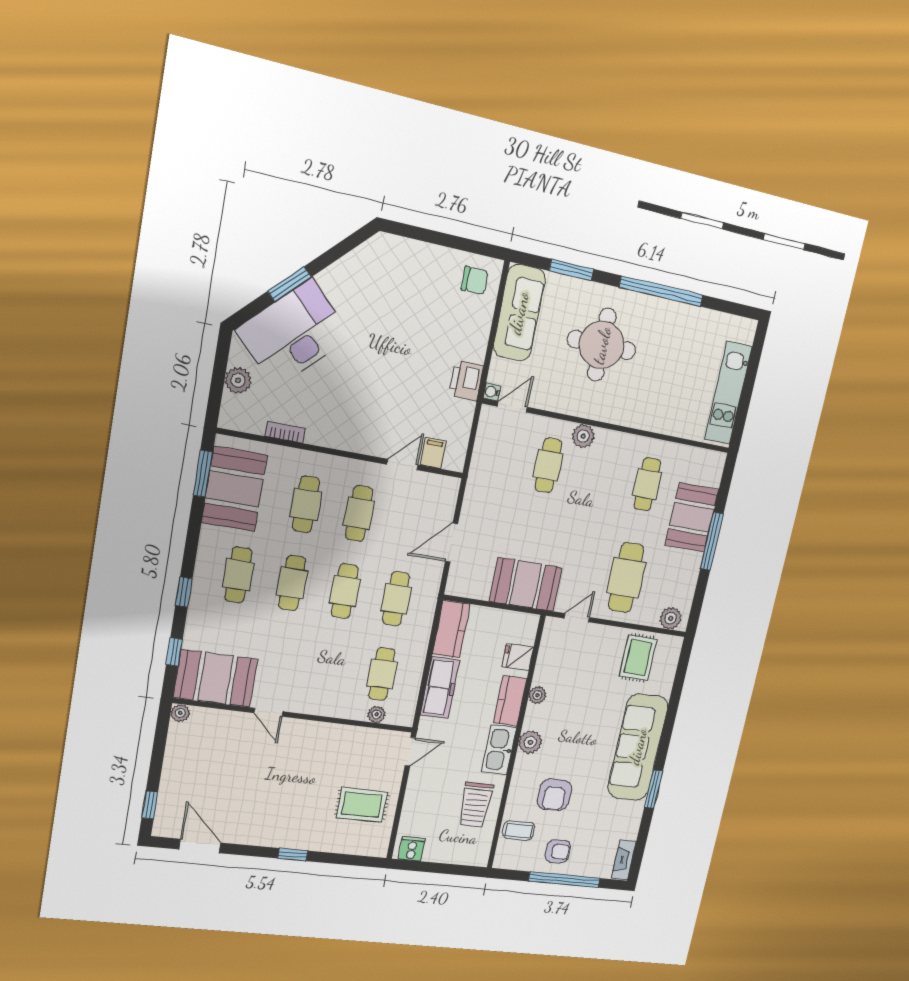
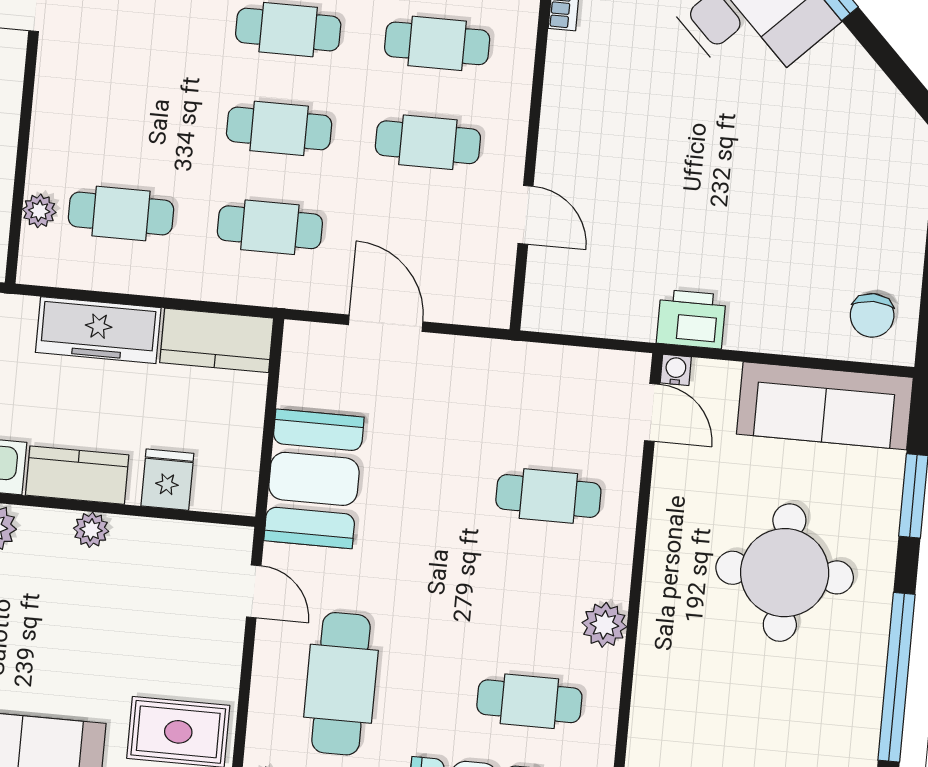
plant: (583, 436) -> (604, 625), moved
filing cabinet: (433, 453) -> (552, 271), removed
cafe table: (626, 578) -> (341, 684), turned 90

